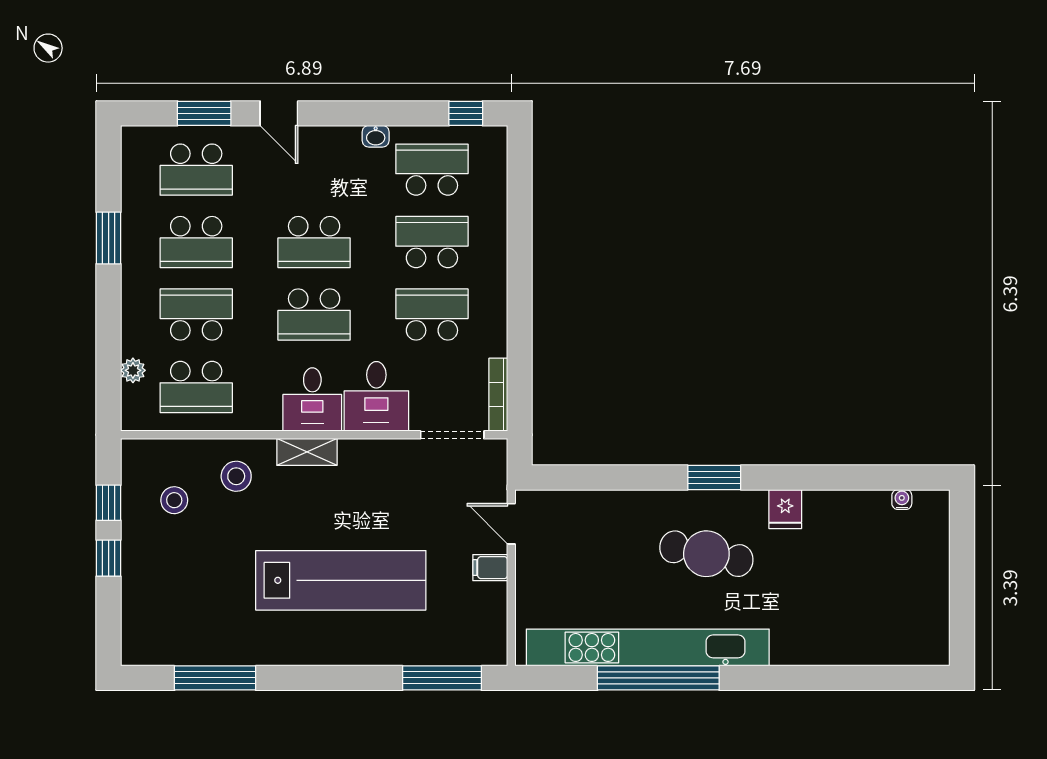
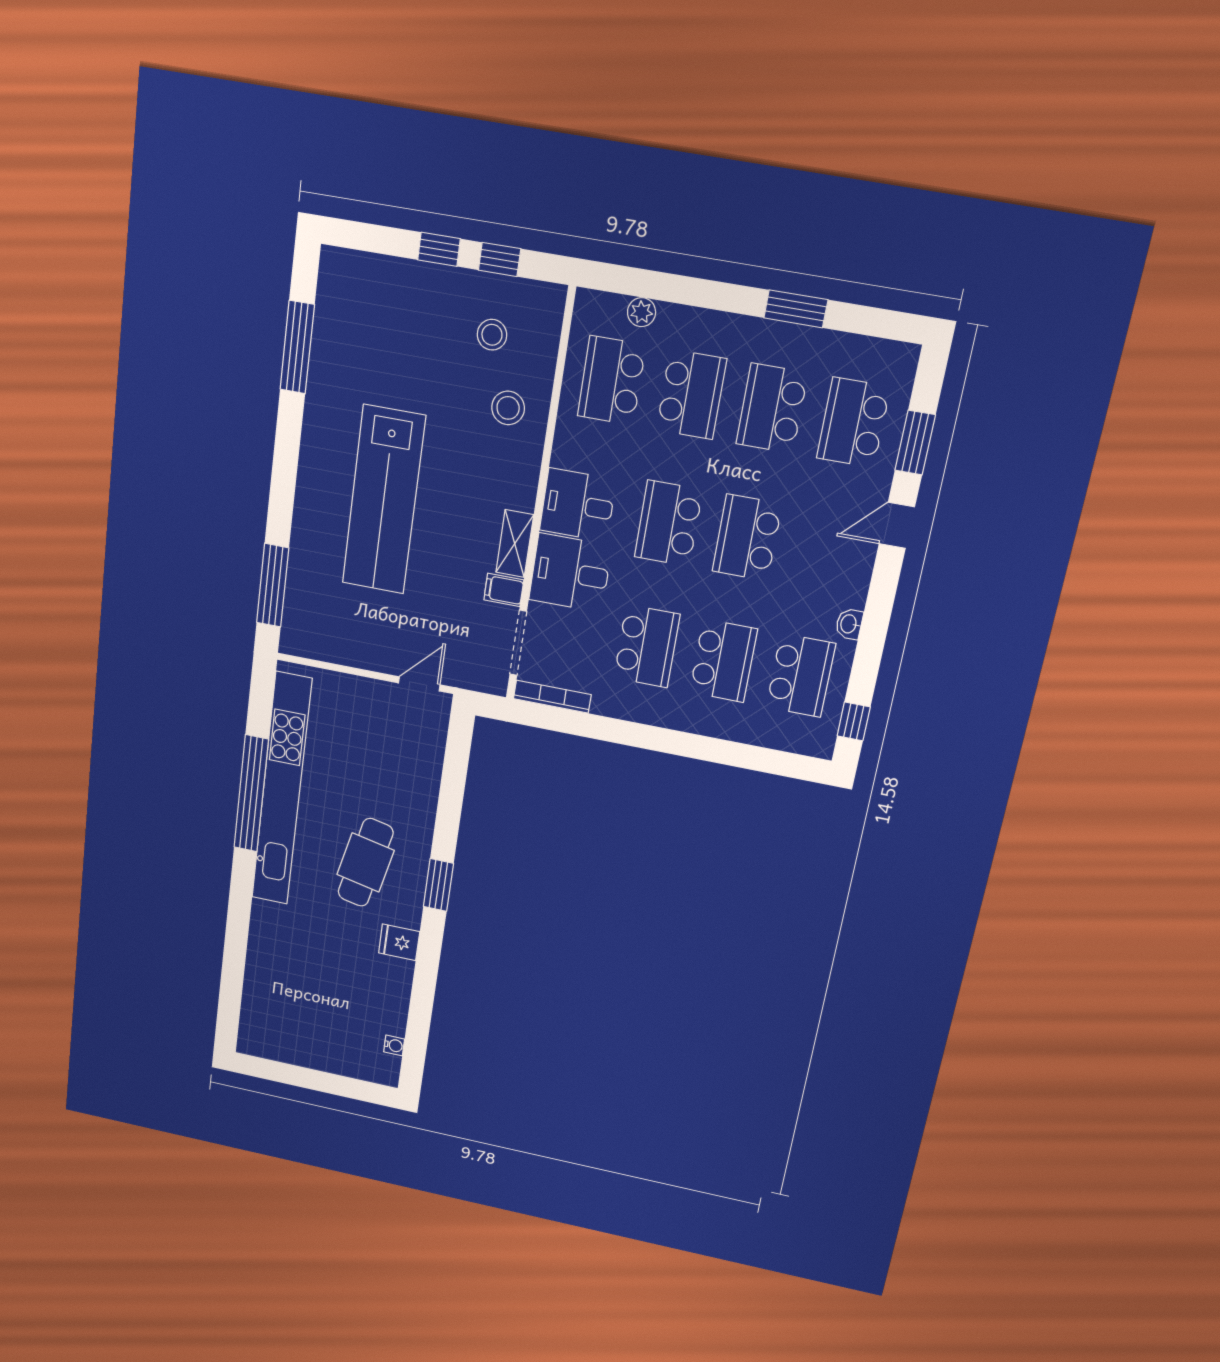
shelving: (307, 452) -> (515, 544), moved
filing cabinet: (490, 568) -> (504, 590), moved, turned -90

